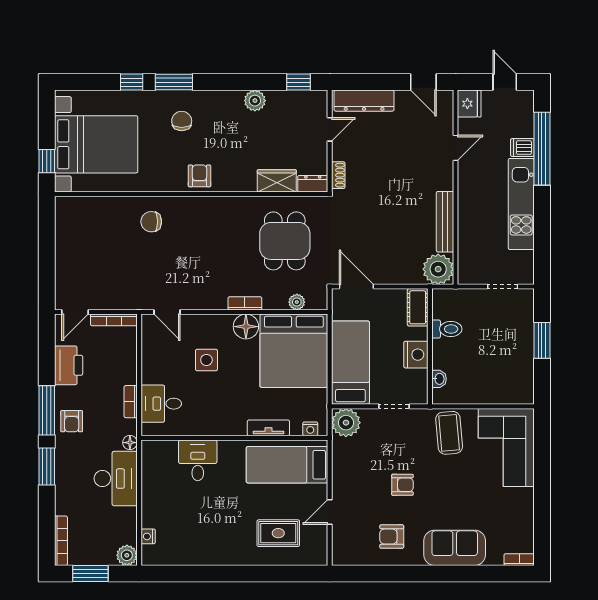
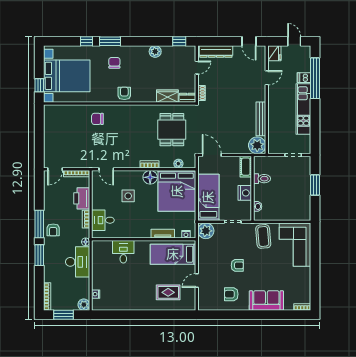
printer: (69, 365) -> (82, 198), moved, turned 180

